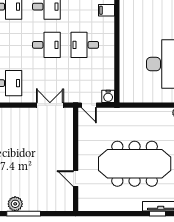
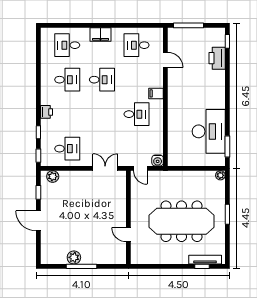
filing cabinet: (106, 10) -> (156, 93), moved
desk: (46, 45) -> (102, 114), removed
desk: (85, 45) -> (137, 114), turned 180

